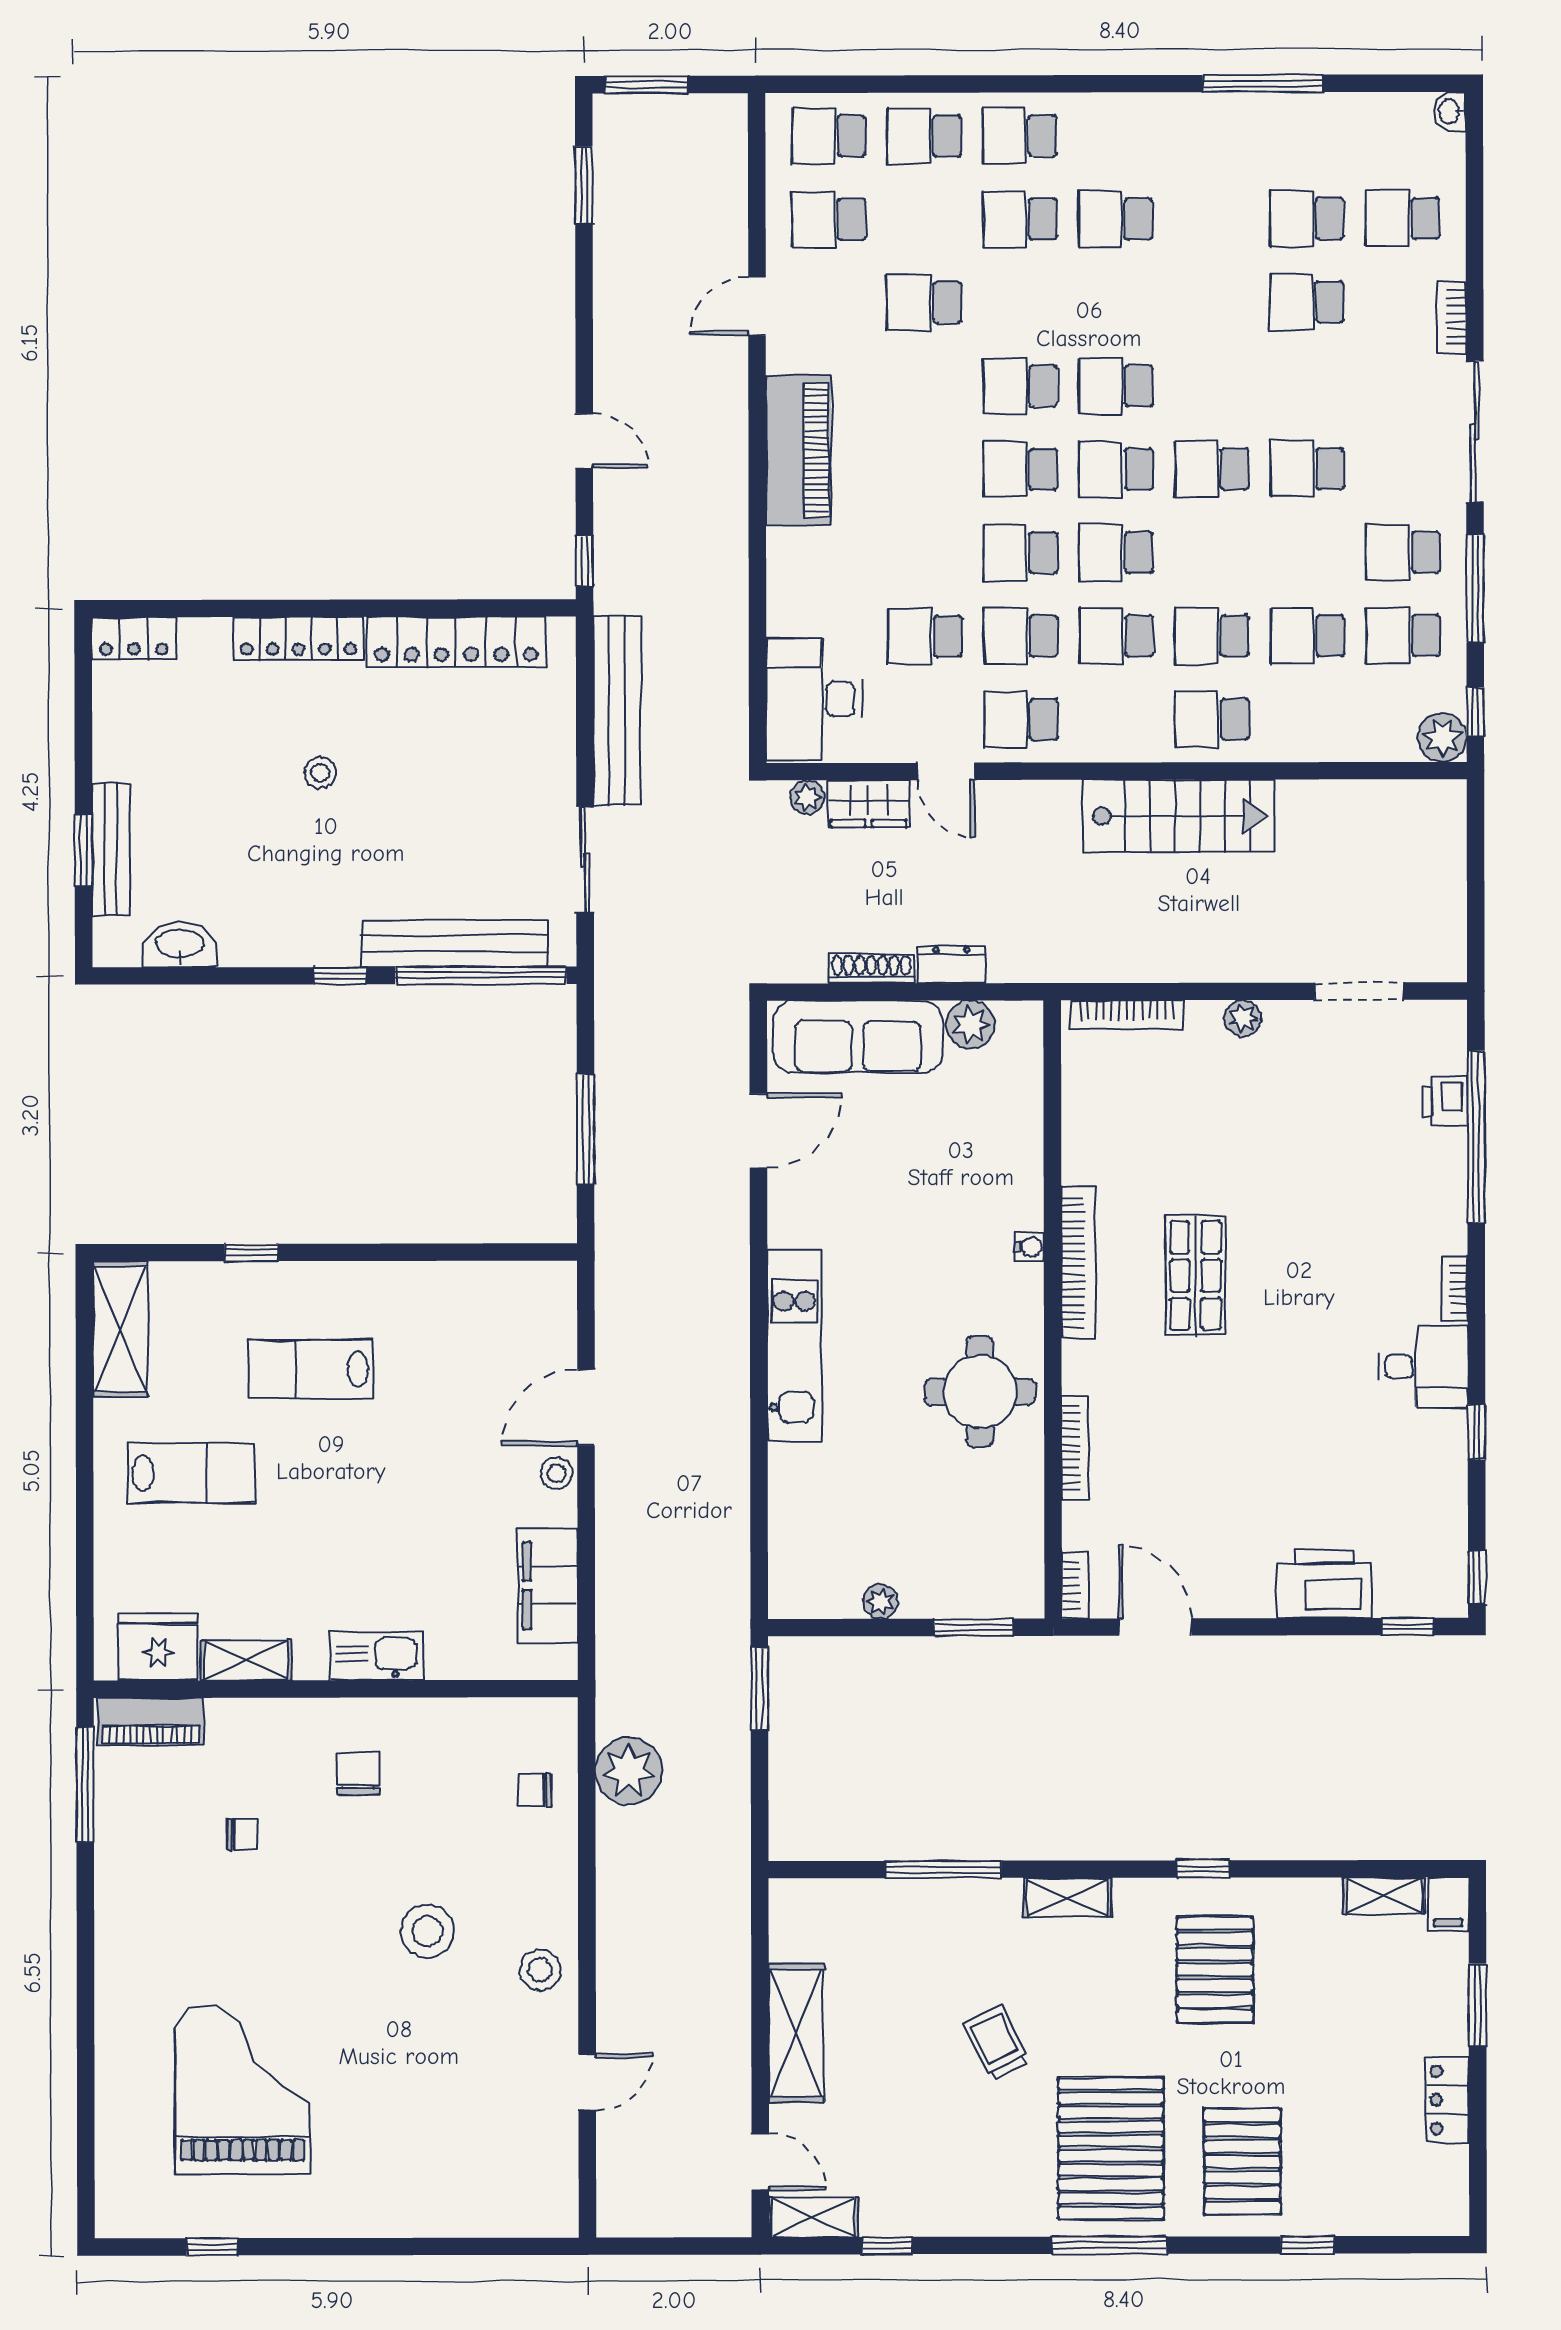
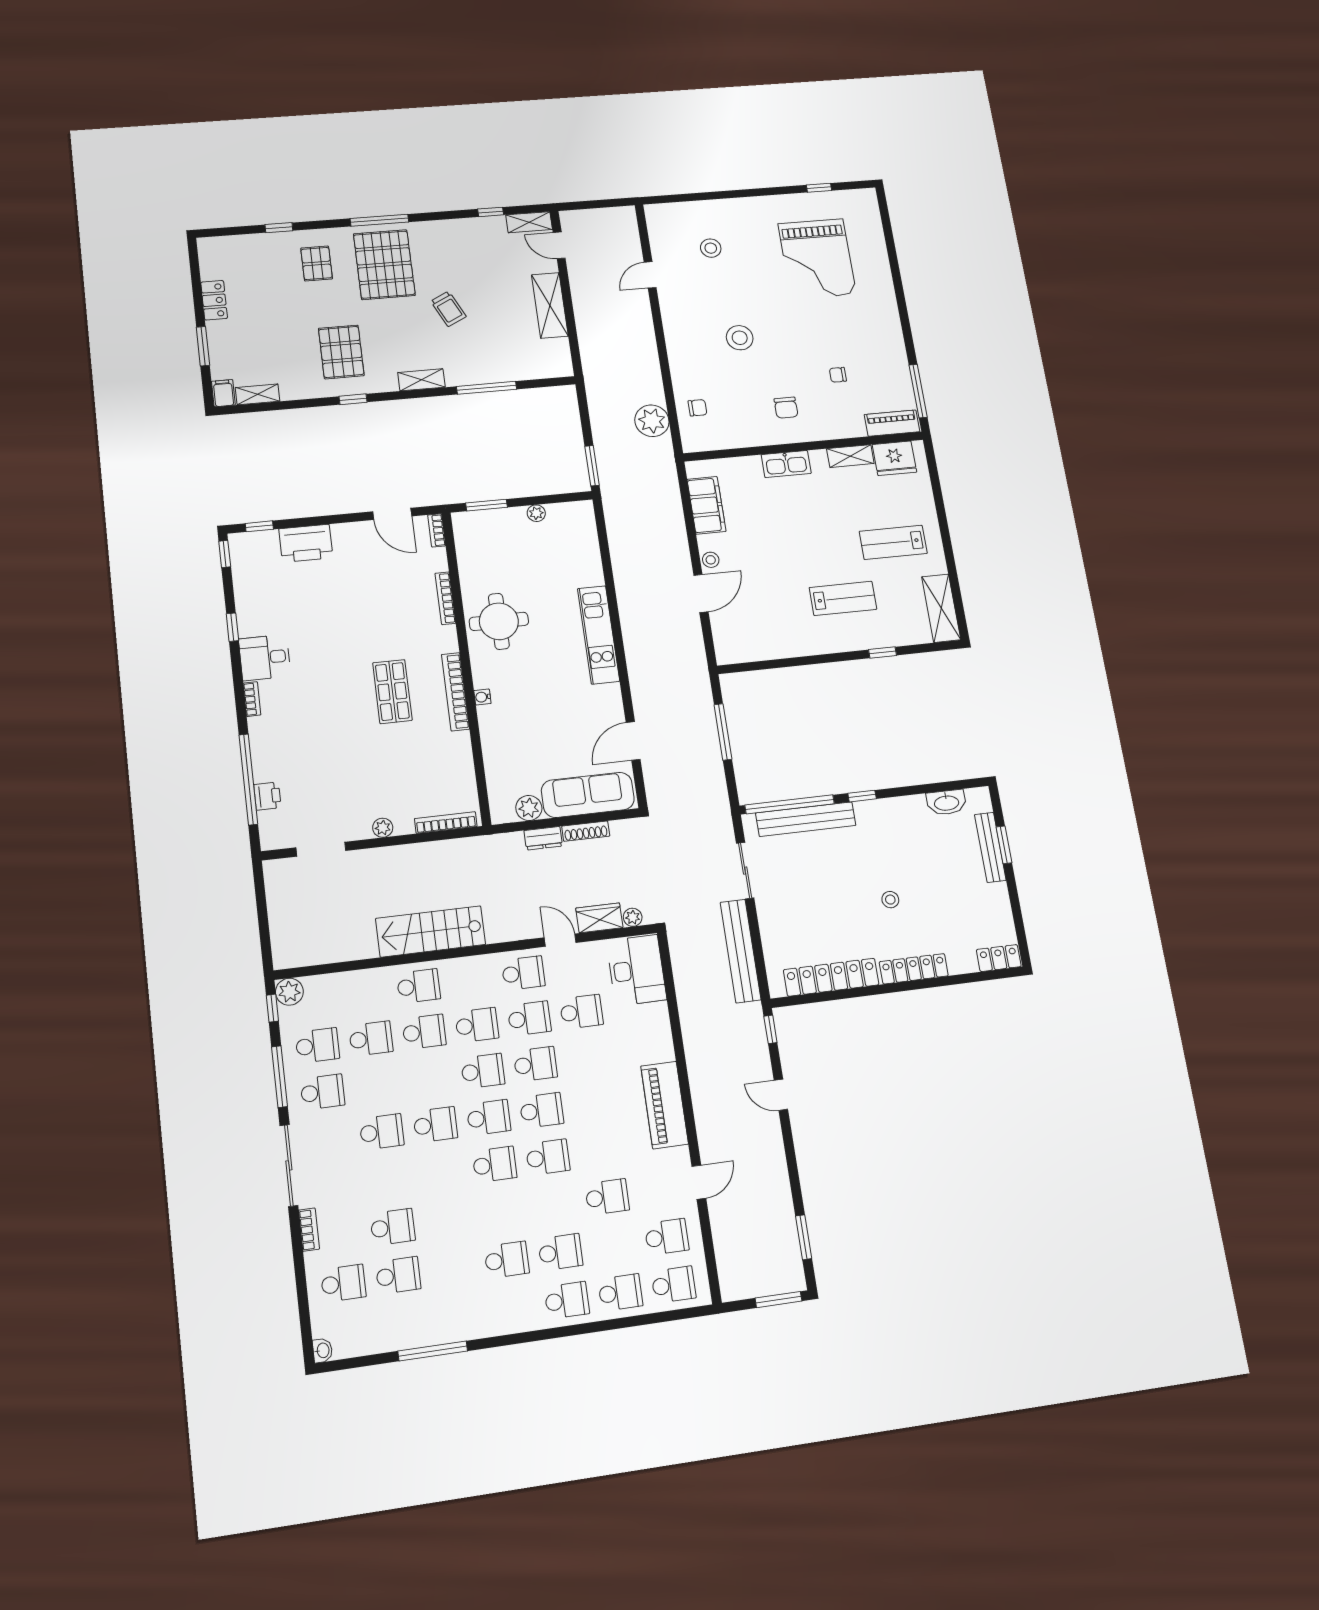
stool: (540, 1970) -> (711, 248), moved
pallet: (1242, 2162) -> (317, 264), width x0.67, depth x0.71

